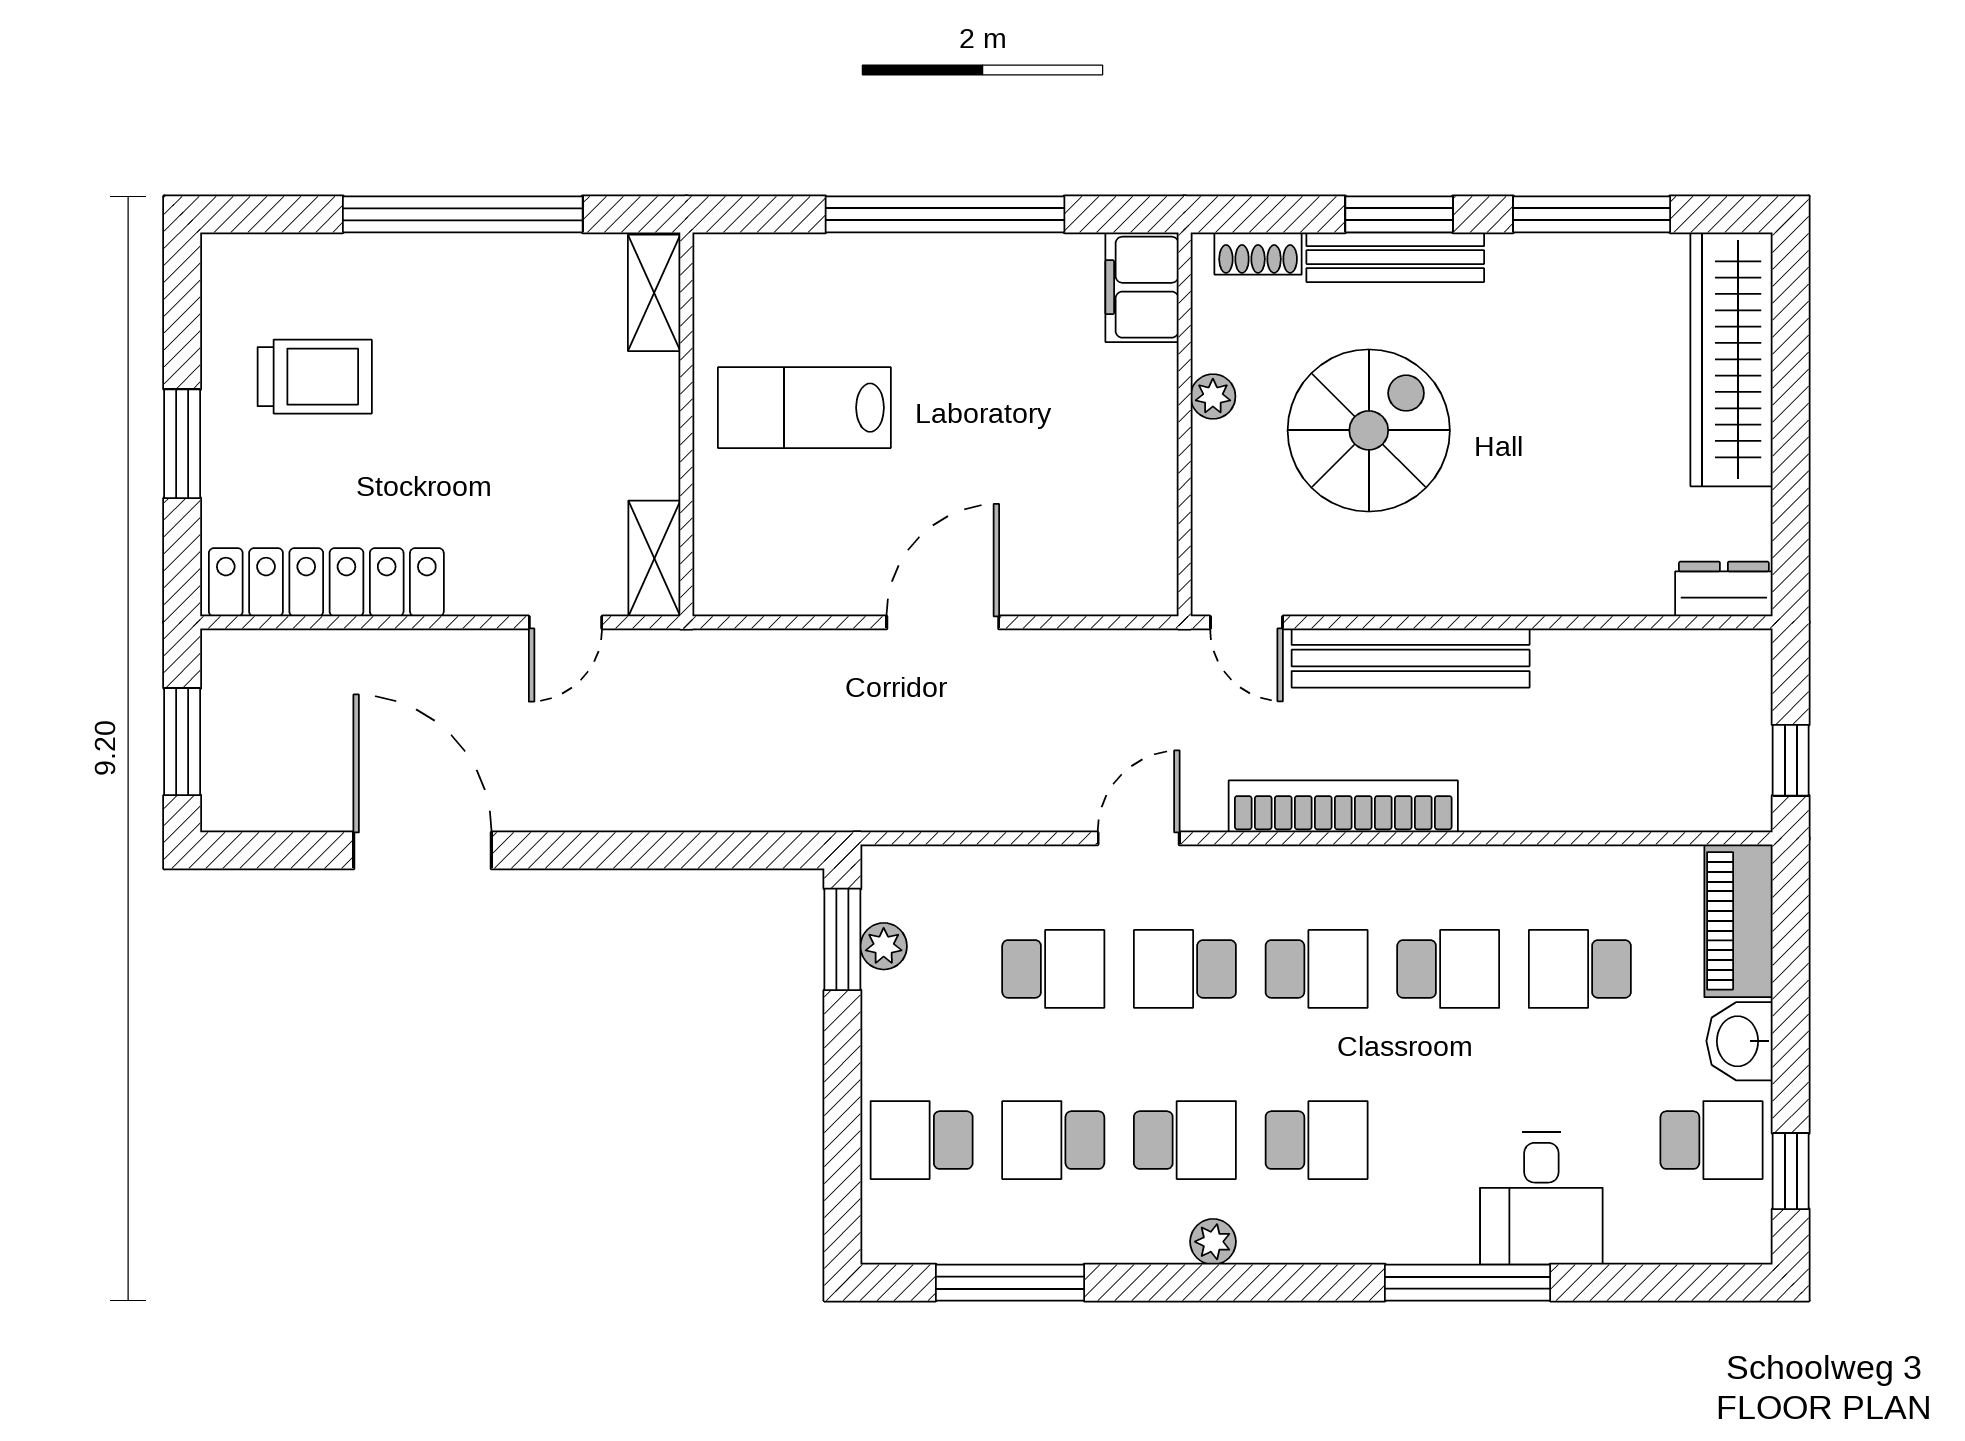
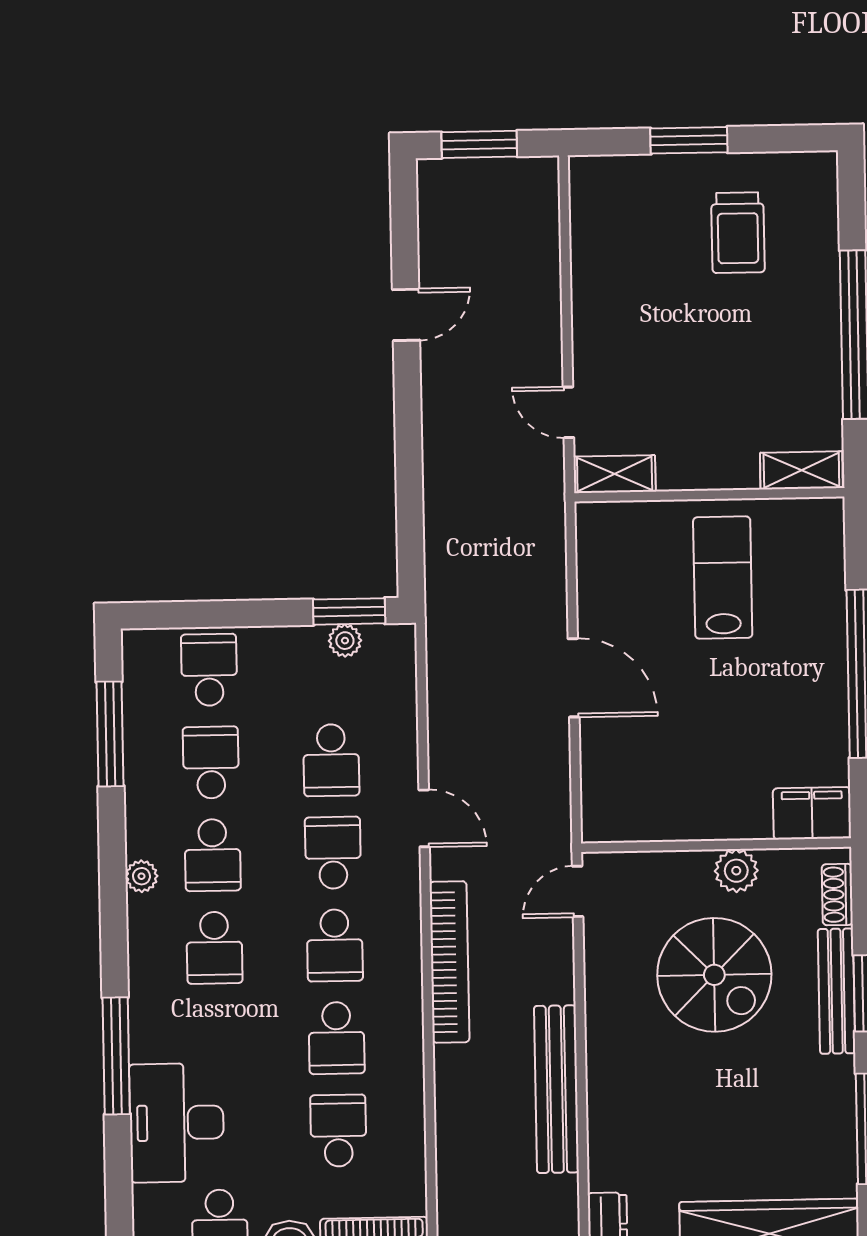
plant: (1213, 396) -> (736, 871), width x1.38, depth x1.38
locker: (326, 582) -> (593, 244), removed
bench: (1411, 658) -> (556, 1089), moved
door: (423, 850) -> (406, 315), width x0.53
desk: (1541, 1198) -> (177, 1123), width x1.37

